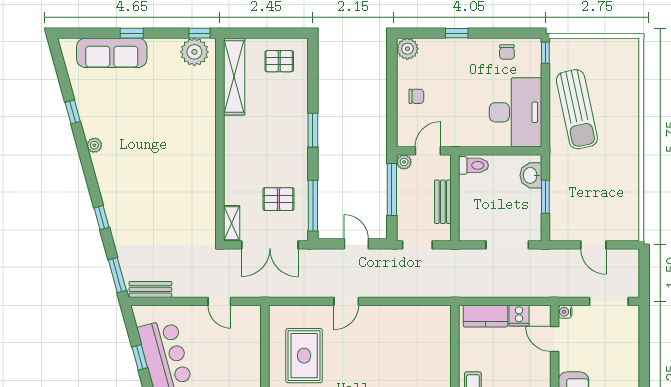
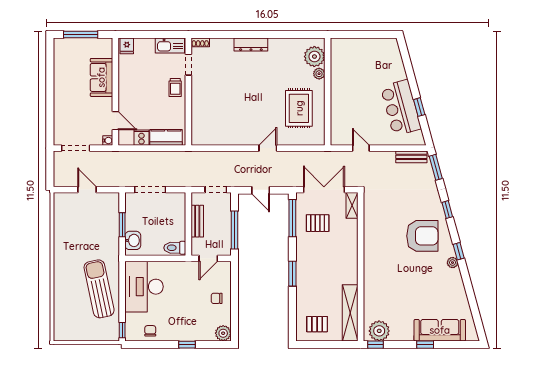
window: (73, 112) -> (459, 251), moved
plant: (404, 162) -> (226, 250), removed
armchair: (136, 182) -> (422, 236), added

